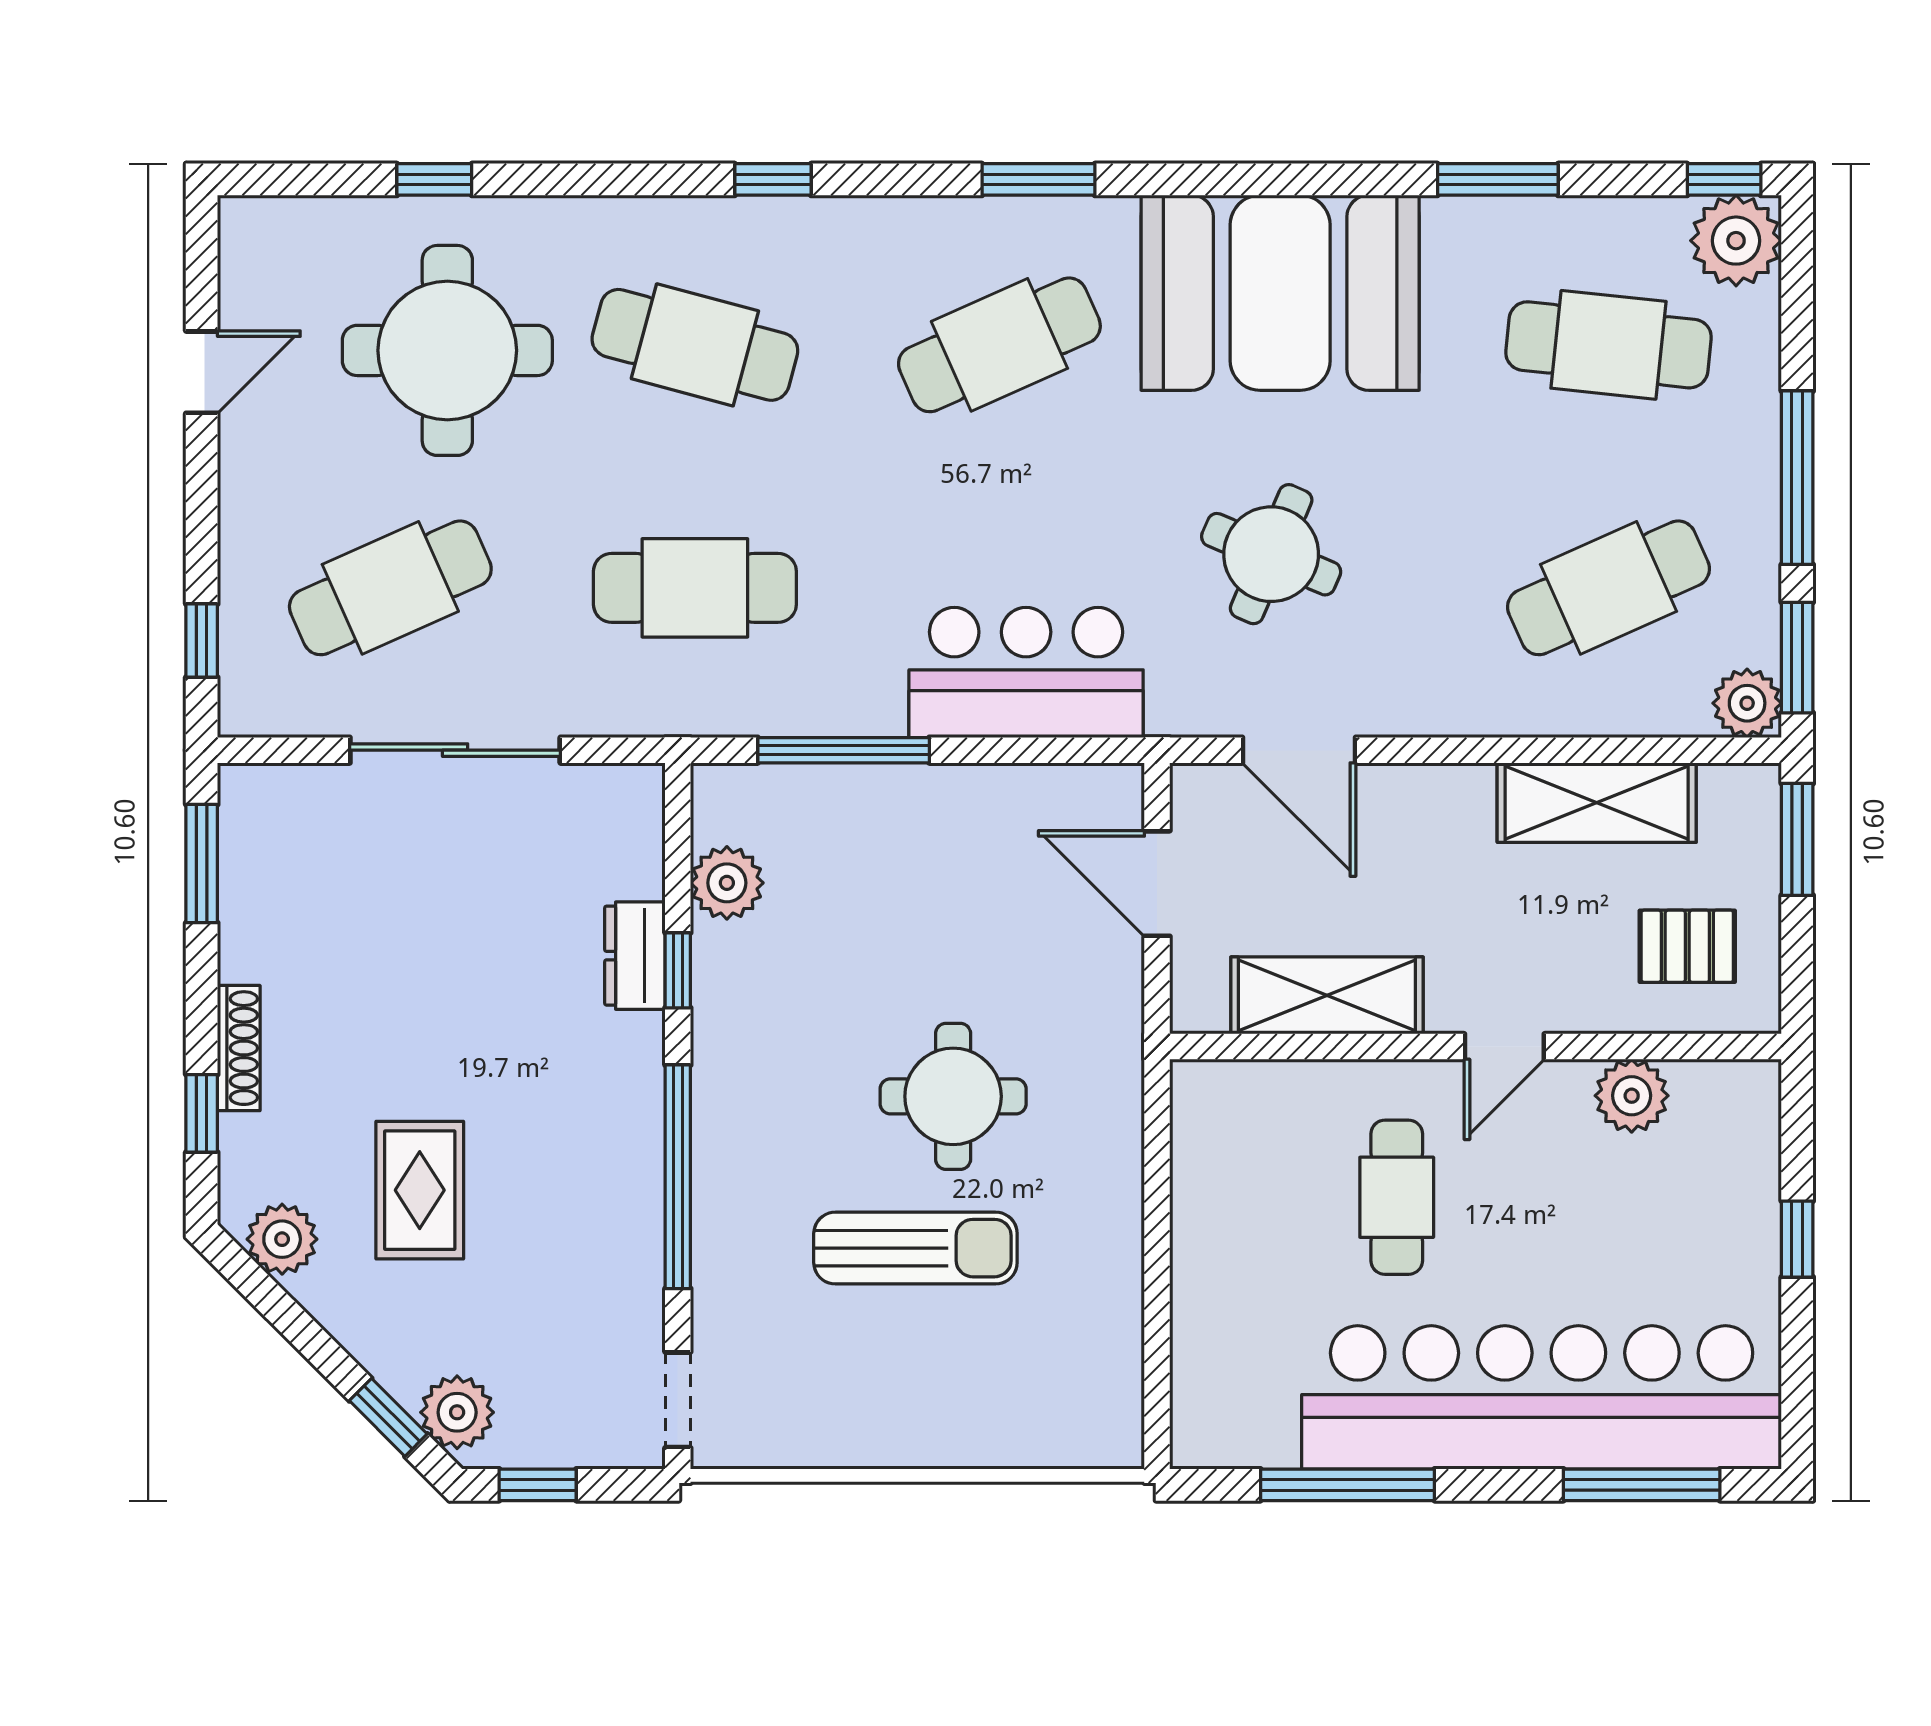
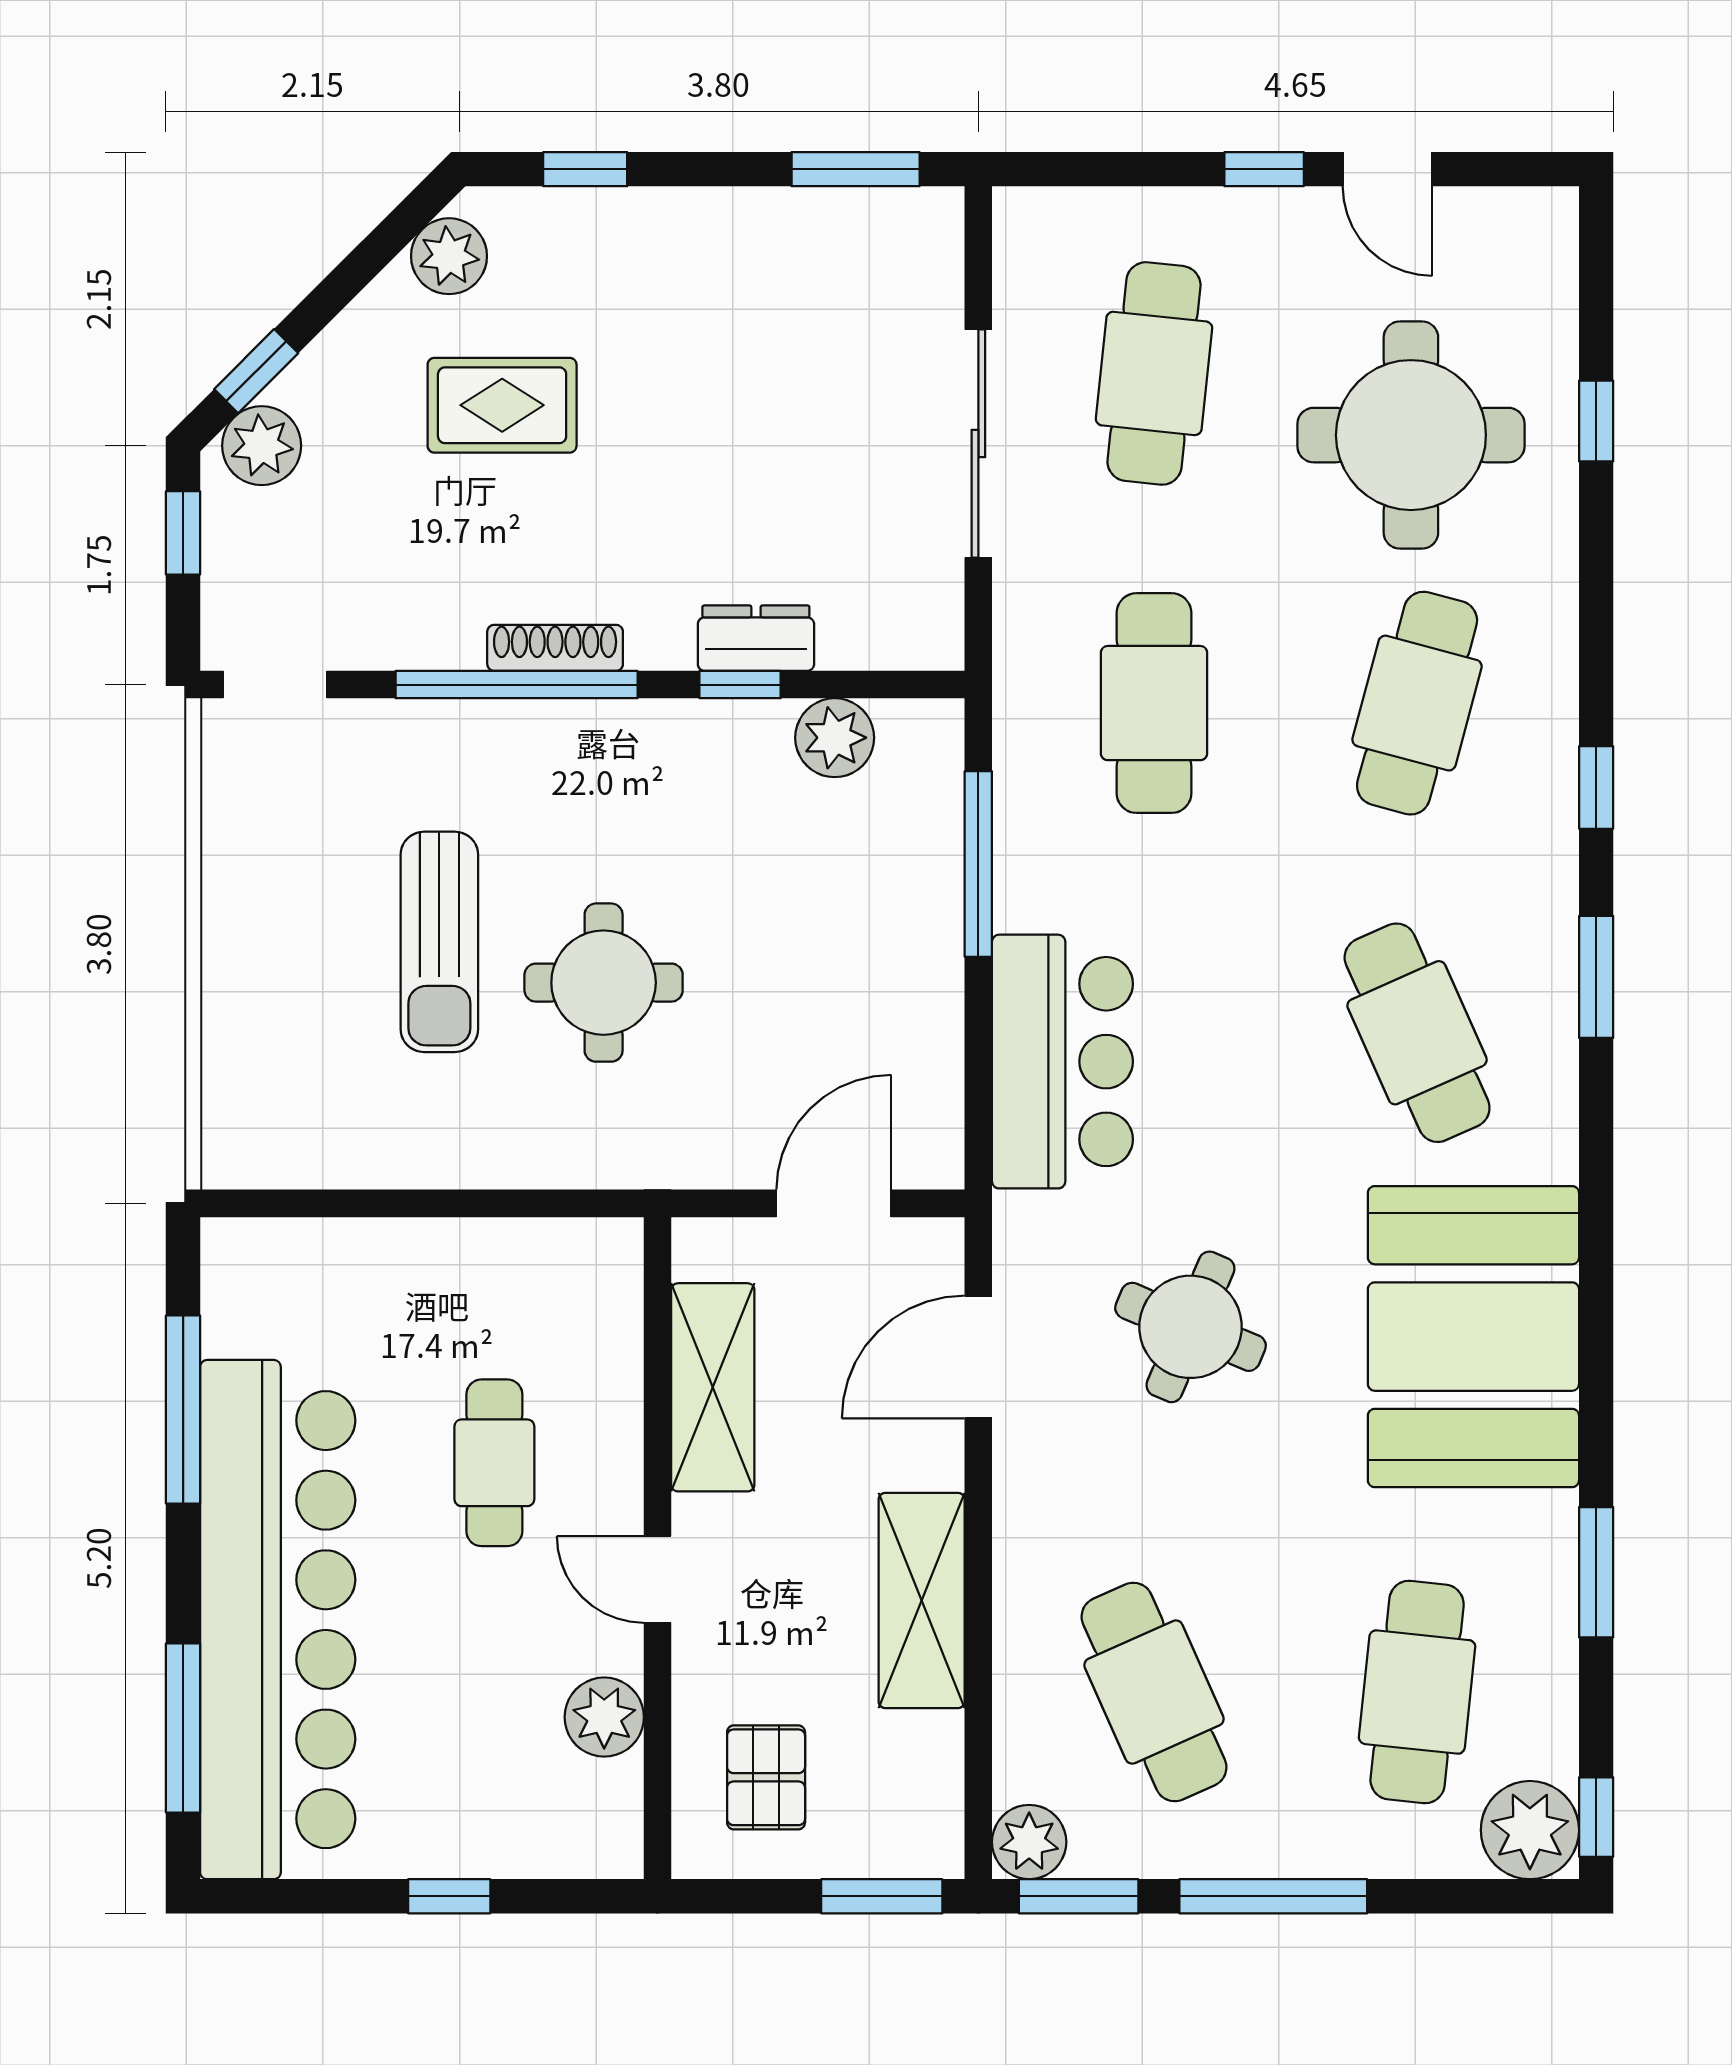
window: (1038, 179) -> (1596, 977), moved
cafe table: (390, 588) -> (1154, 373), turned 30
window: (202, 641) -> (1264, 169), moved
shelving: (1597, 803) -> (922, 1601), moved
shoe rack: (239, 1048) -> (555, 648), moved, turned 180
cafe table: (1397, 1197) -> (494, 1463), turned 90

